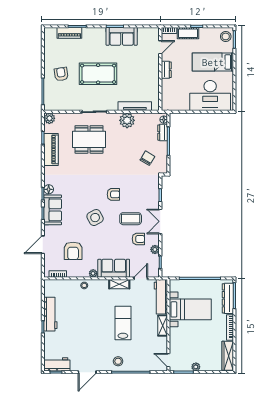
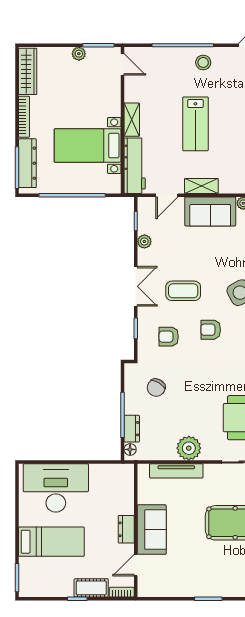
sofa: (122, 36) -> (152, 530), moved, turned 90
stool: (226, 36) -> (31, 583), removed
armchair: (138, 239) -> (169, 337), moved

